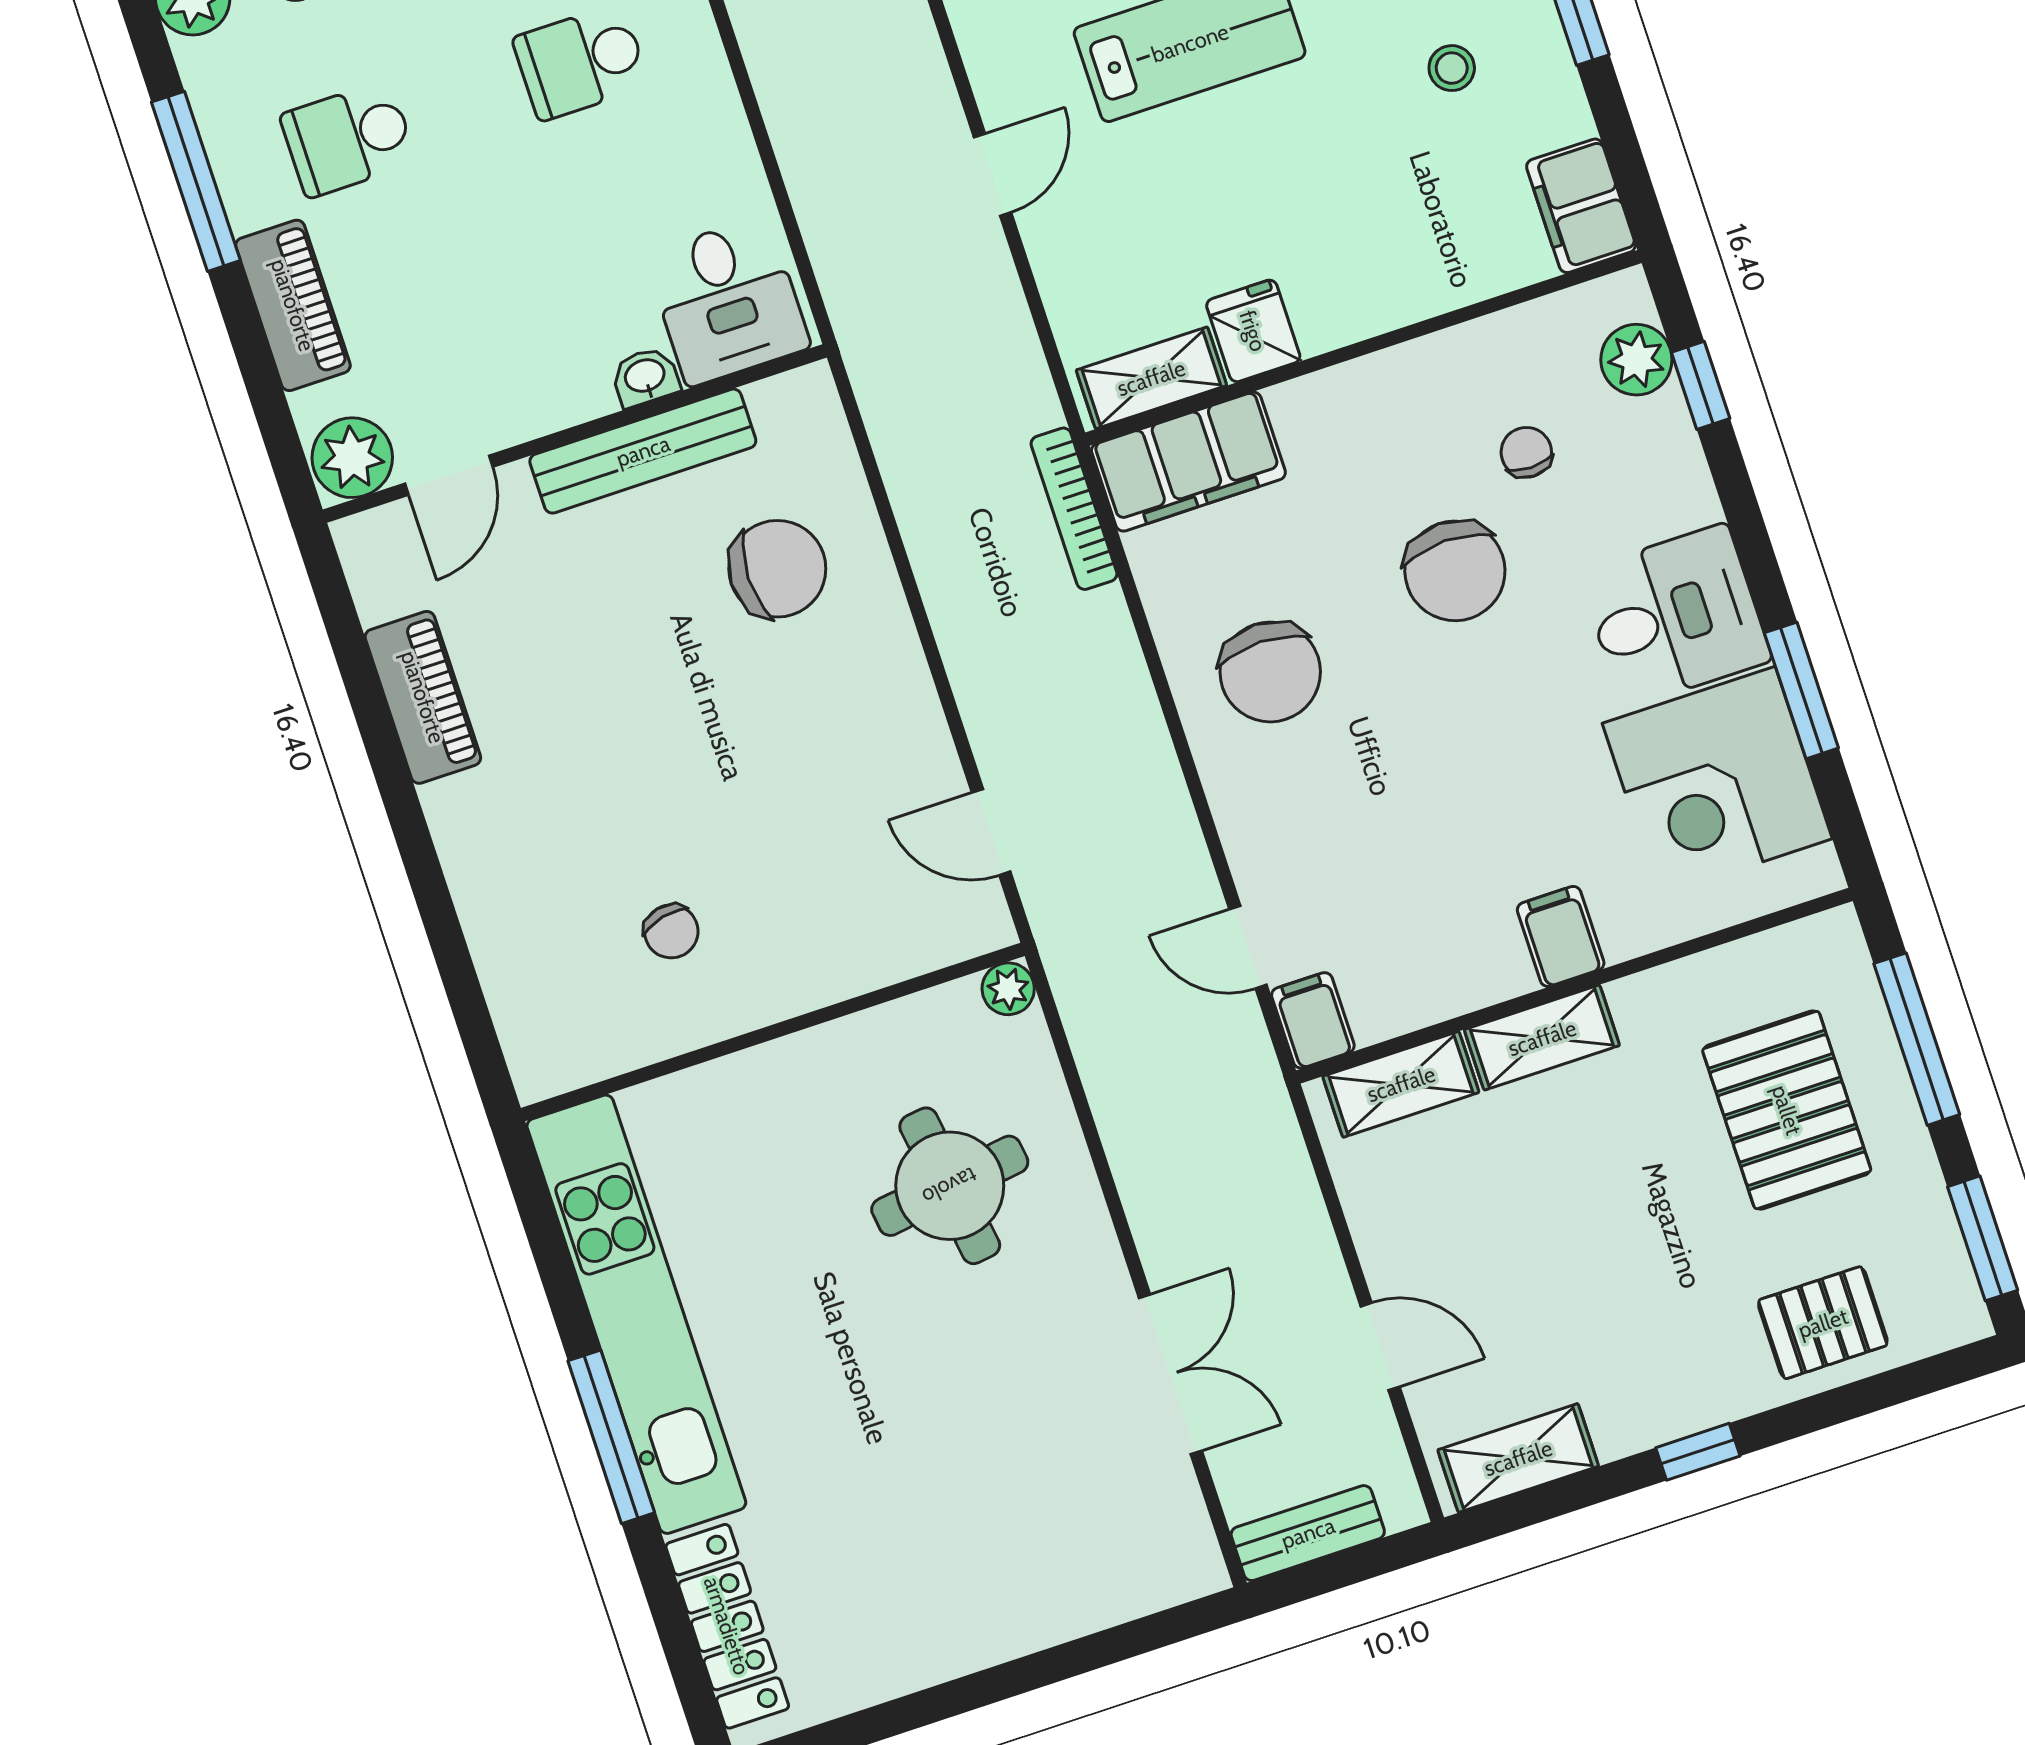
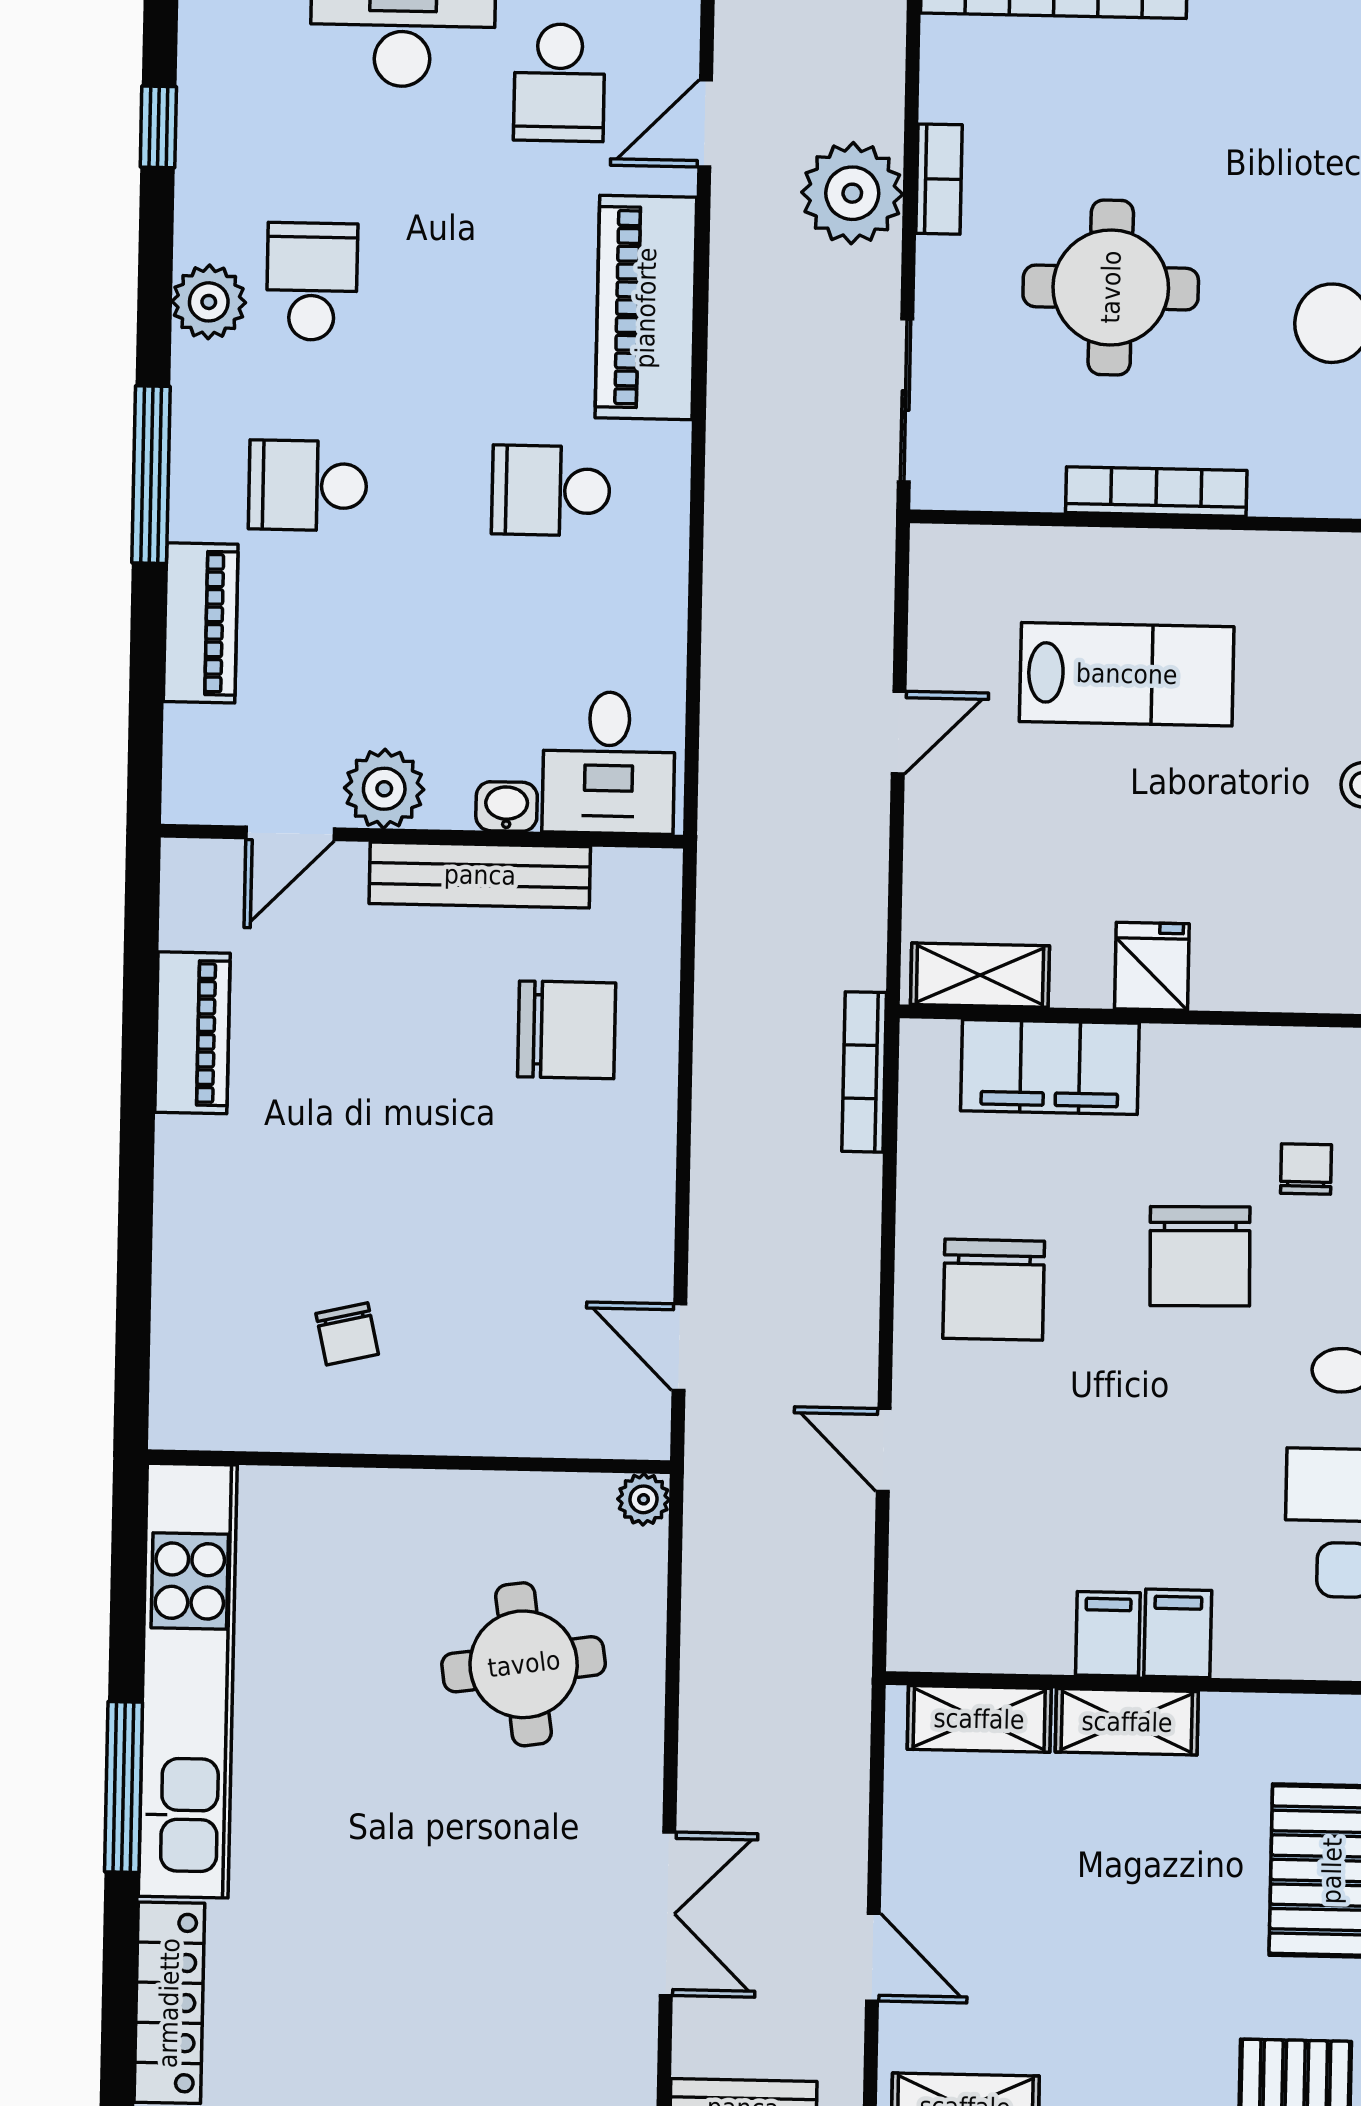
fridge: (1253, 331) -> (1152, 966), moved
plant: (352, 458) -> (384, 789), moved
filing cabinet: (1188, 462) -> (1050, 1067), moved
door: (1248, 947) -> (884, 1450), moved
filing cabinet: (1313, 1020) -> (1108, 1634), moved

